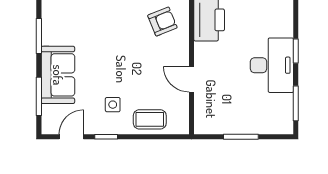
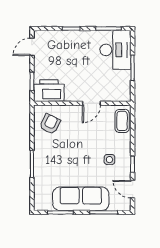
armchair: (162, 22) -> (50, 124), turned 48
desk: (272, 65) -> (115, 50), moved, turned 90
sofa: (58, 75) -> (81, 199), width x1.36
coffee table: (150, 119) -> (122, 121), moved

